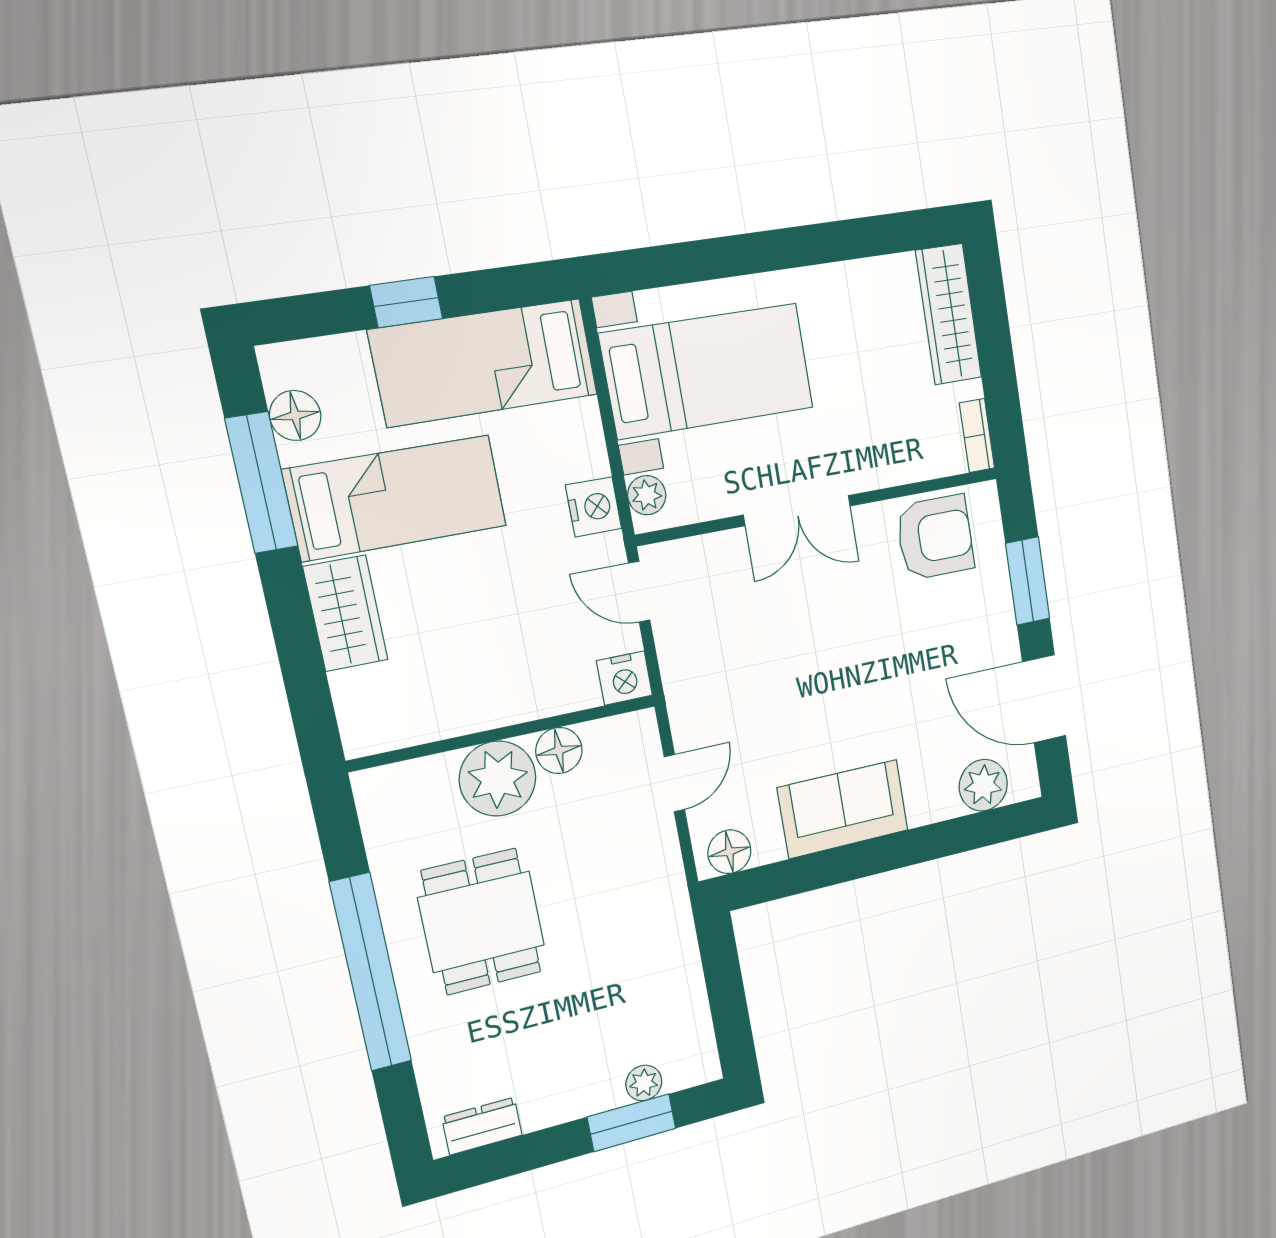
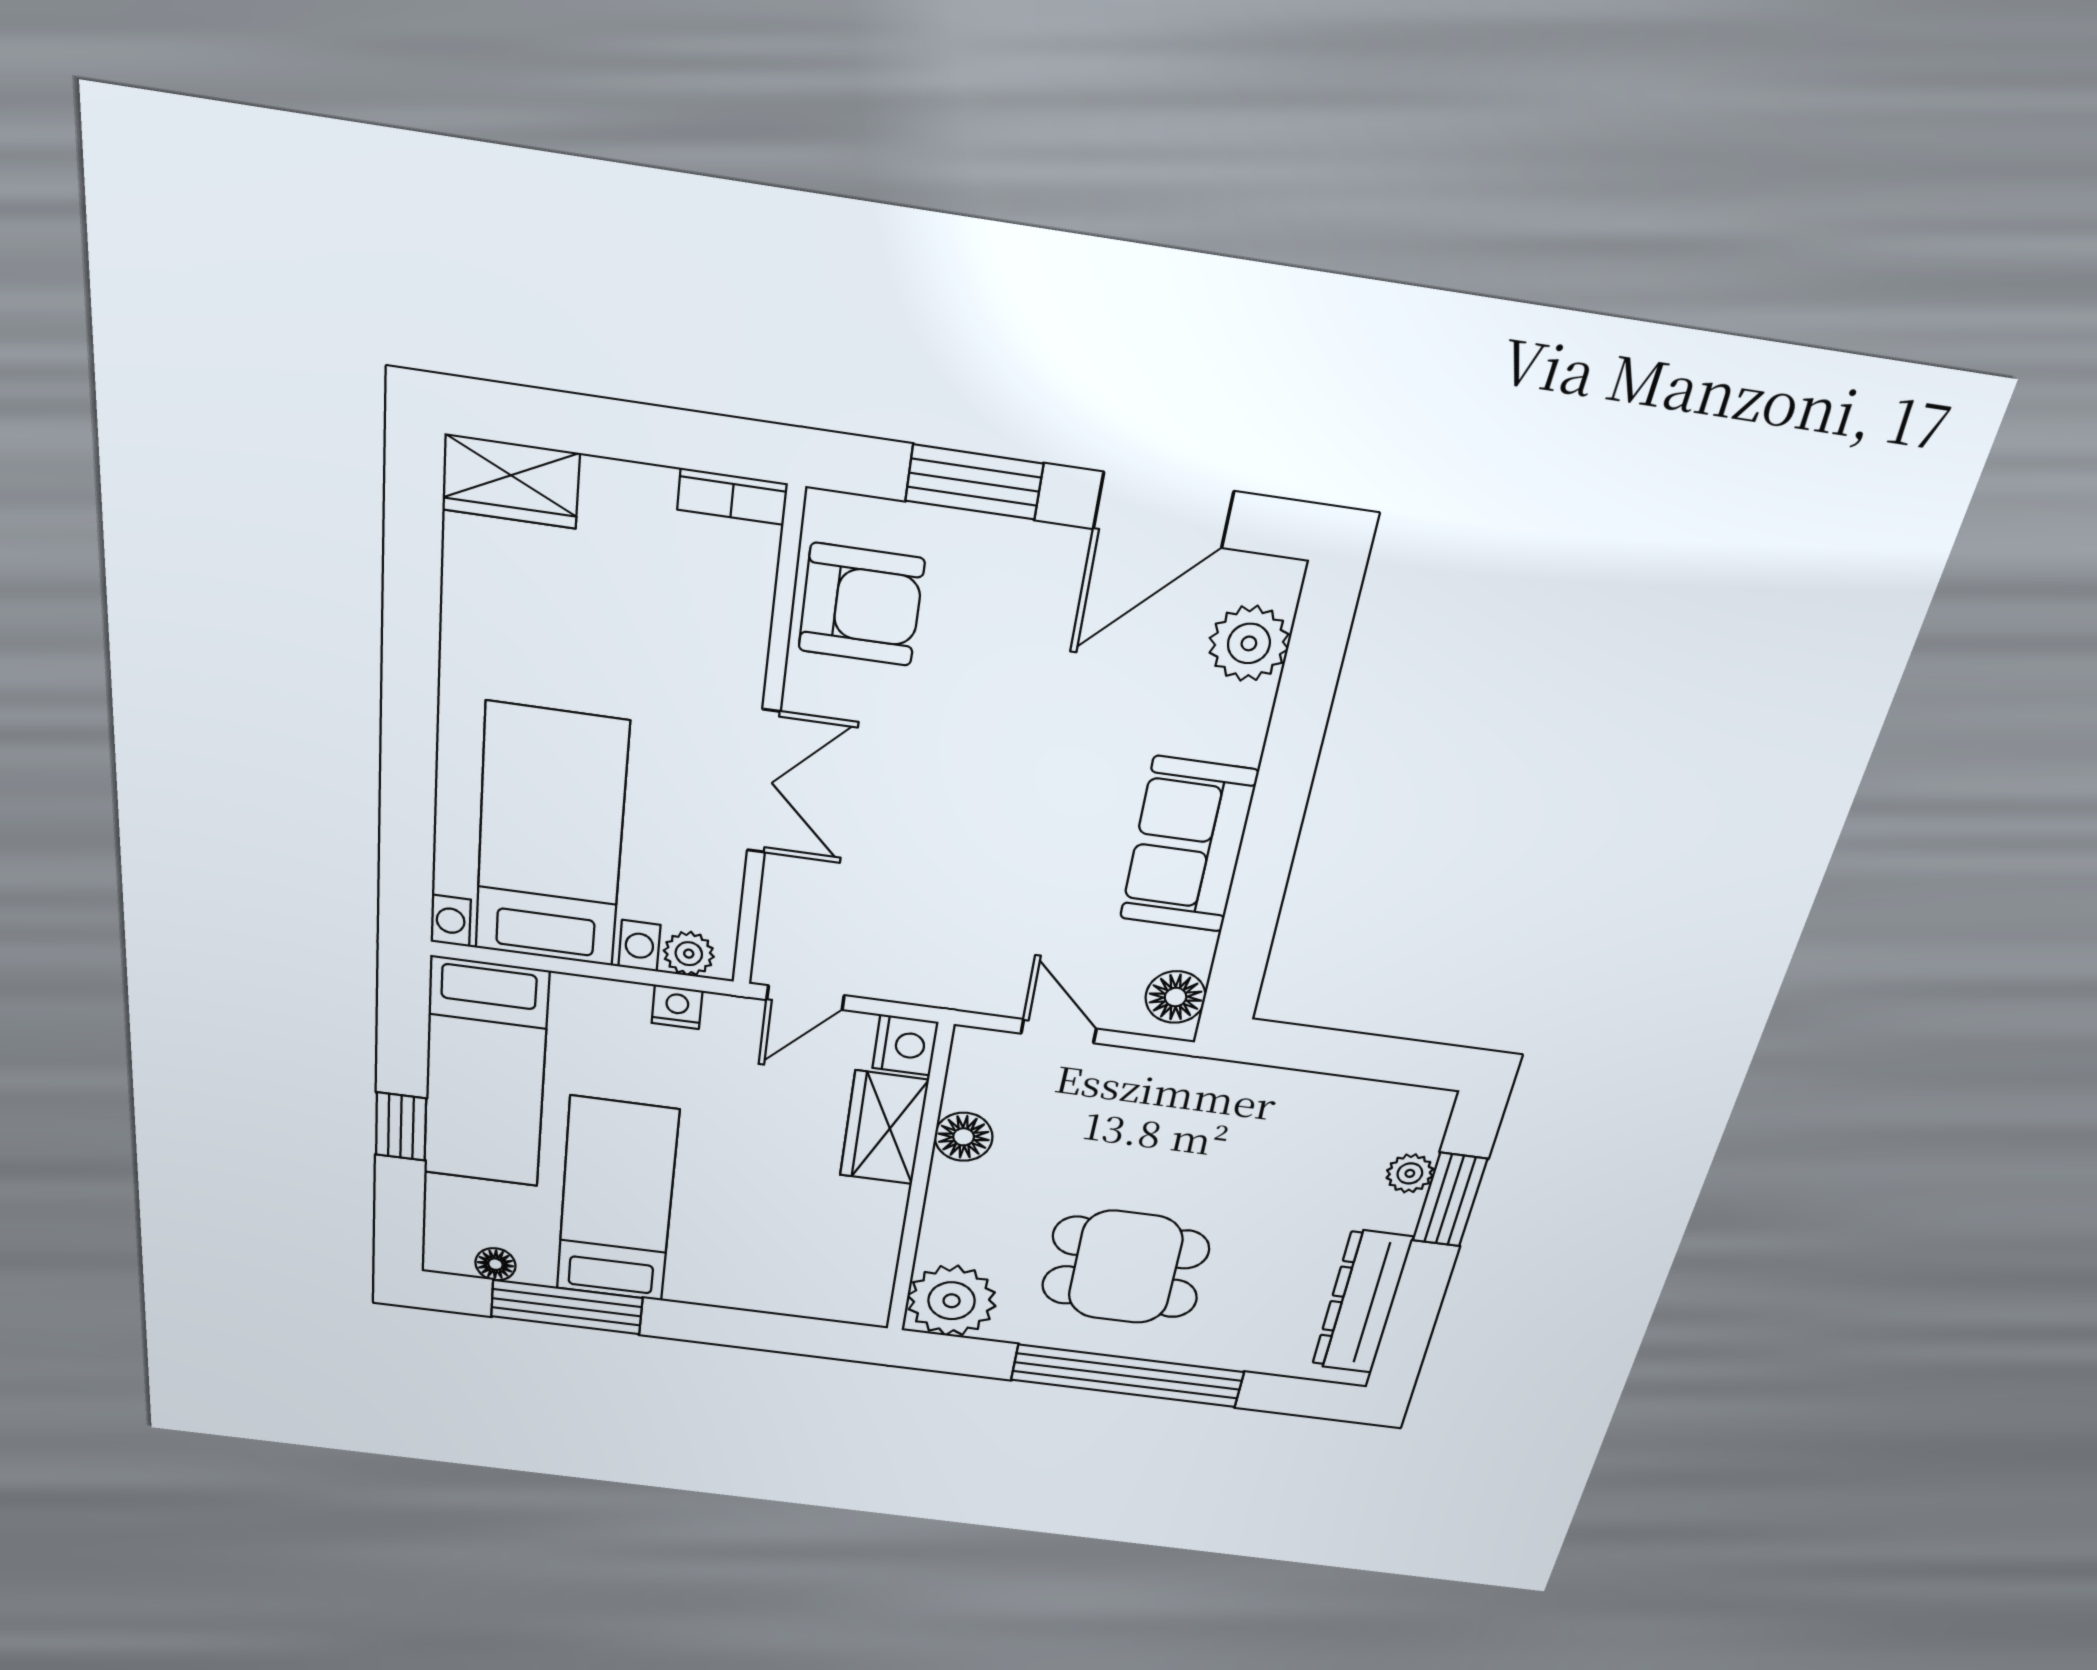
wardrobe: (949, 314) -> (511, 481), width x0.67
floor lamp: (295, 416) -> (495, 1264), width x0.73, depth x0.73
nightstand: (594, 507) -> (677, 1007), width x0.72, depth x0.74
armchair: (935, 537) -> (861, 605), turned 90
wardrobe: (346, 613) -> (884, 1128), moved, turned -90
plant: (498, 779) -> (952, 1301), moved
dresser: (482, 1126) -> (1362, 1302), width x1.96, depth x1.24

